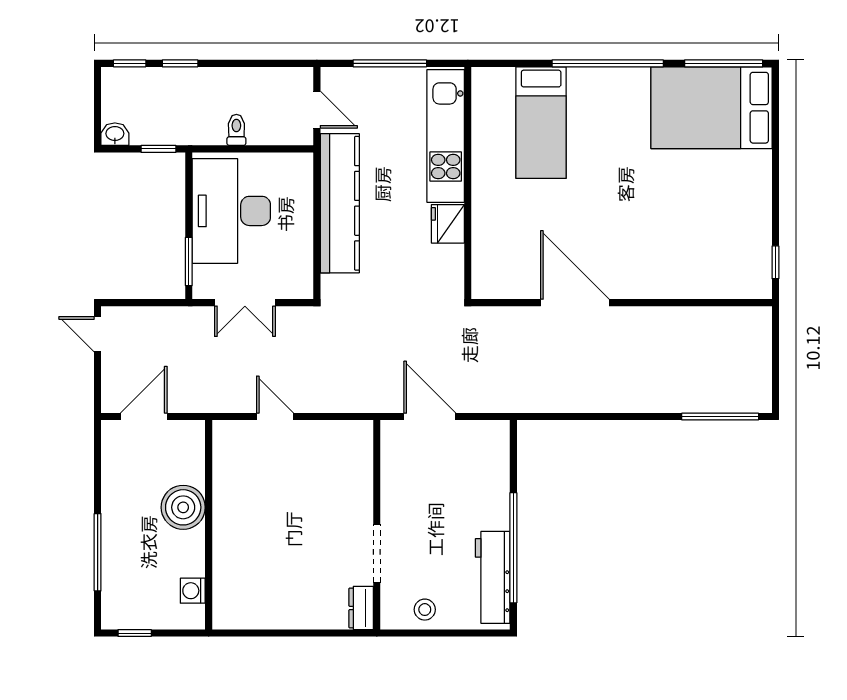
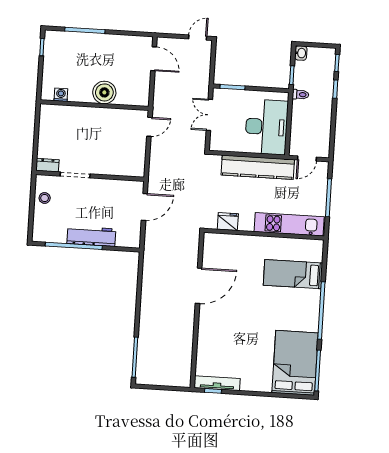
toilet: (236, 130) -> (300, 94), moved
desk: (231, 211) -> (266, 127), moved, turned 90
fridge: (448, 224) -> (228, 222), moved
tv unit: (760, 255) -> (217, 383), added
boiler: (183, 507) -> (104, 92), moved
wall: (209, 525) -> (94, 105), moved
workbench: (493, 577) -> (91, 236), moved
washing machine: (193, 591) -> (61, 95), moved

